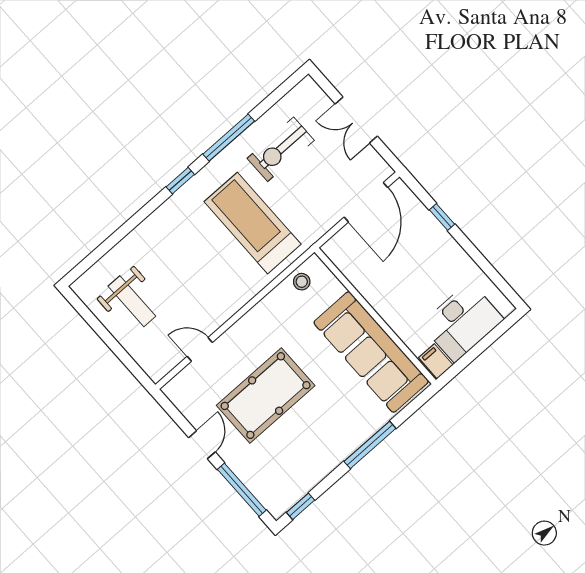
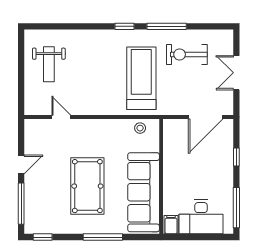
window: (494, 275) -> (236, 208), added
pool table: (266, 396) -> (87, 186), moved, turned 90

